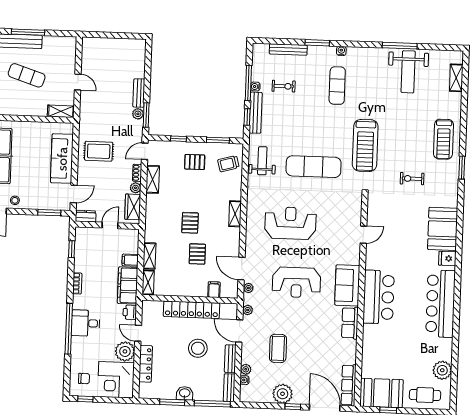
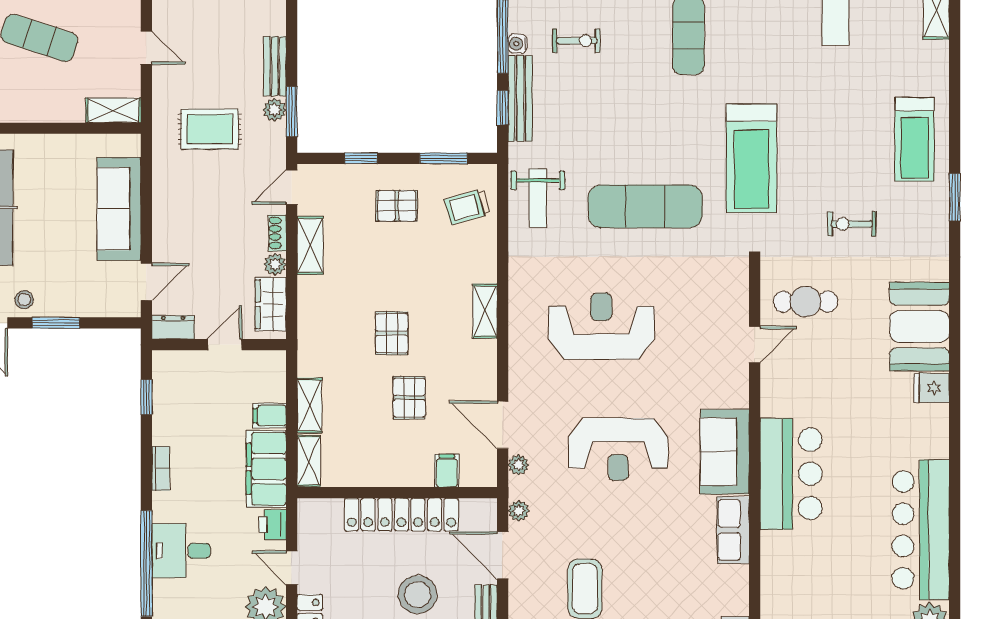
rug: (99, 151) -> (210, 129), moved
weight bench: (262, 161) -> (538, 198), turned 180
window: (49, 213) -> (56, 323), moved
cafe table: (389, 215) -> (805, 302), added
bar counter: (440, 304) -> (921, 530), moved

